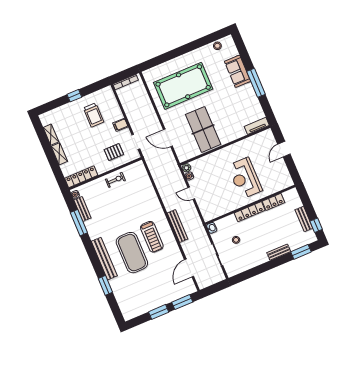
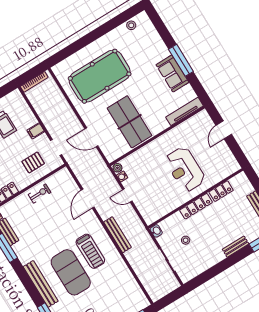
sofa: (238, 71) -> (172, 73), moved
tv unit: (257, 126) -> (185, 111), width x1.41
door: (189, 268) -> (88, 199), moved

